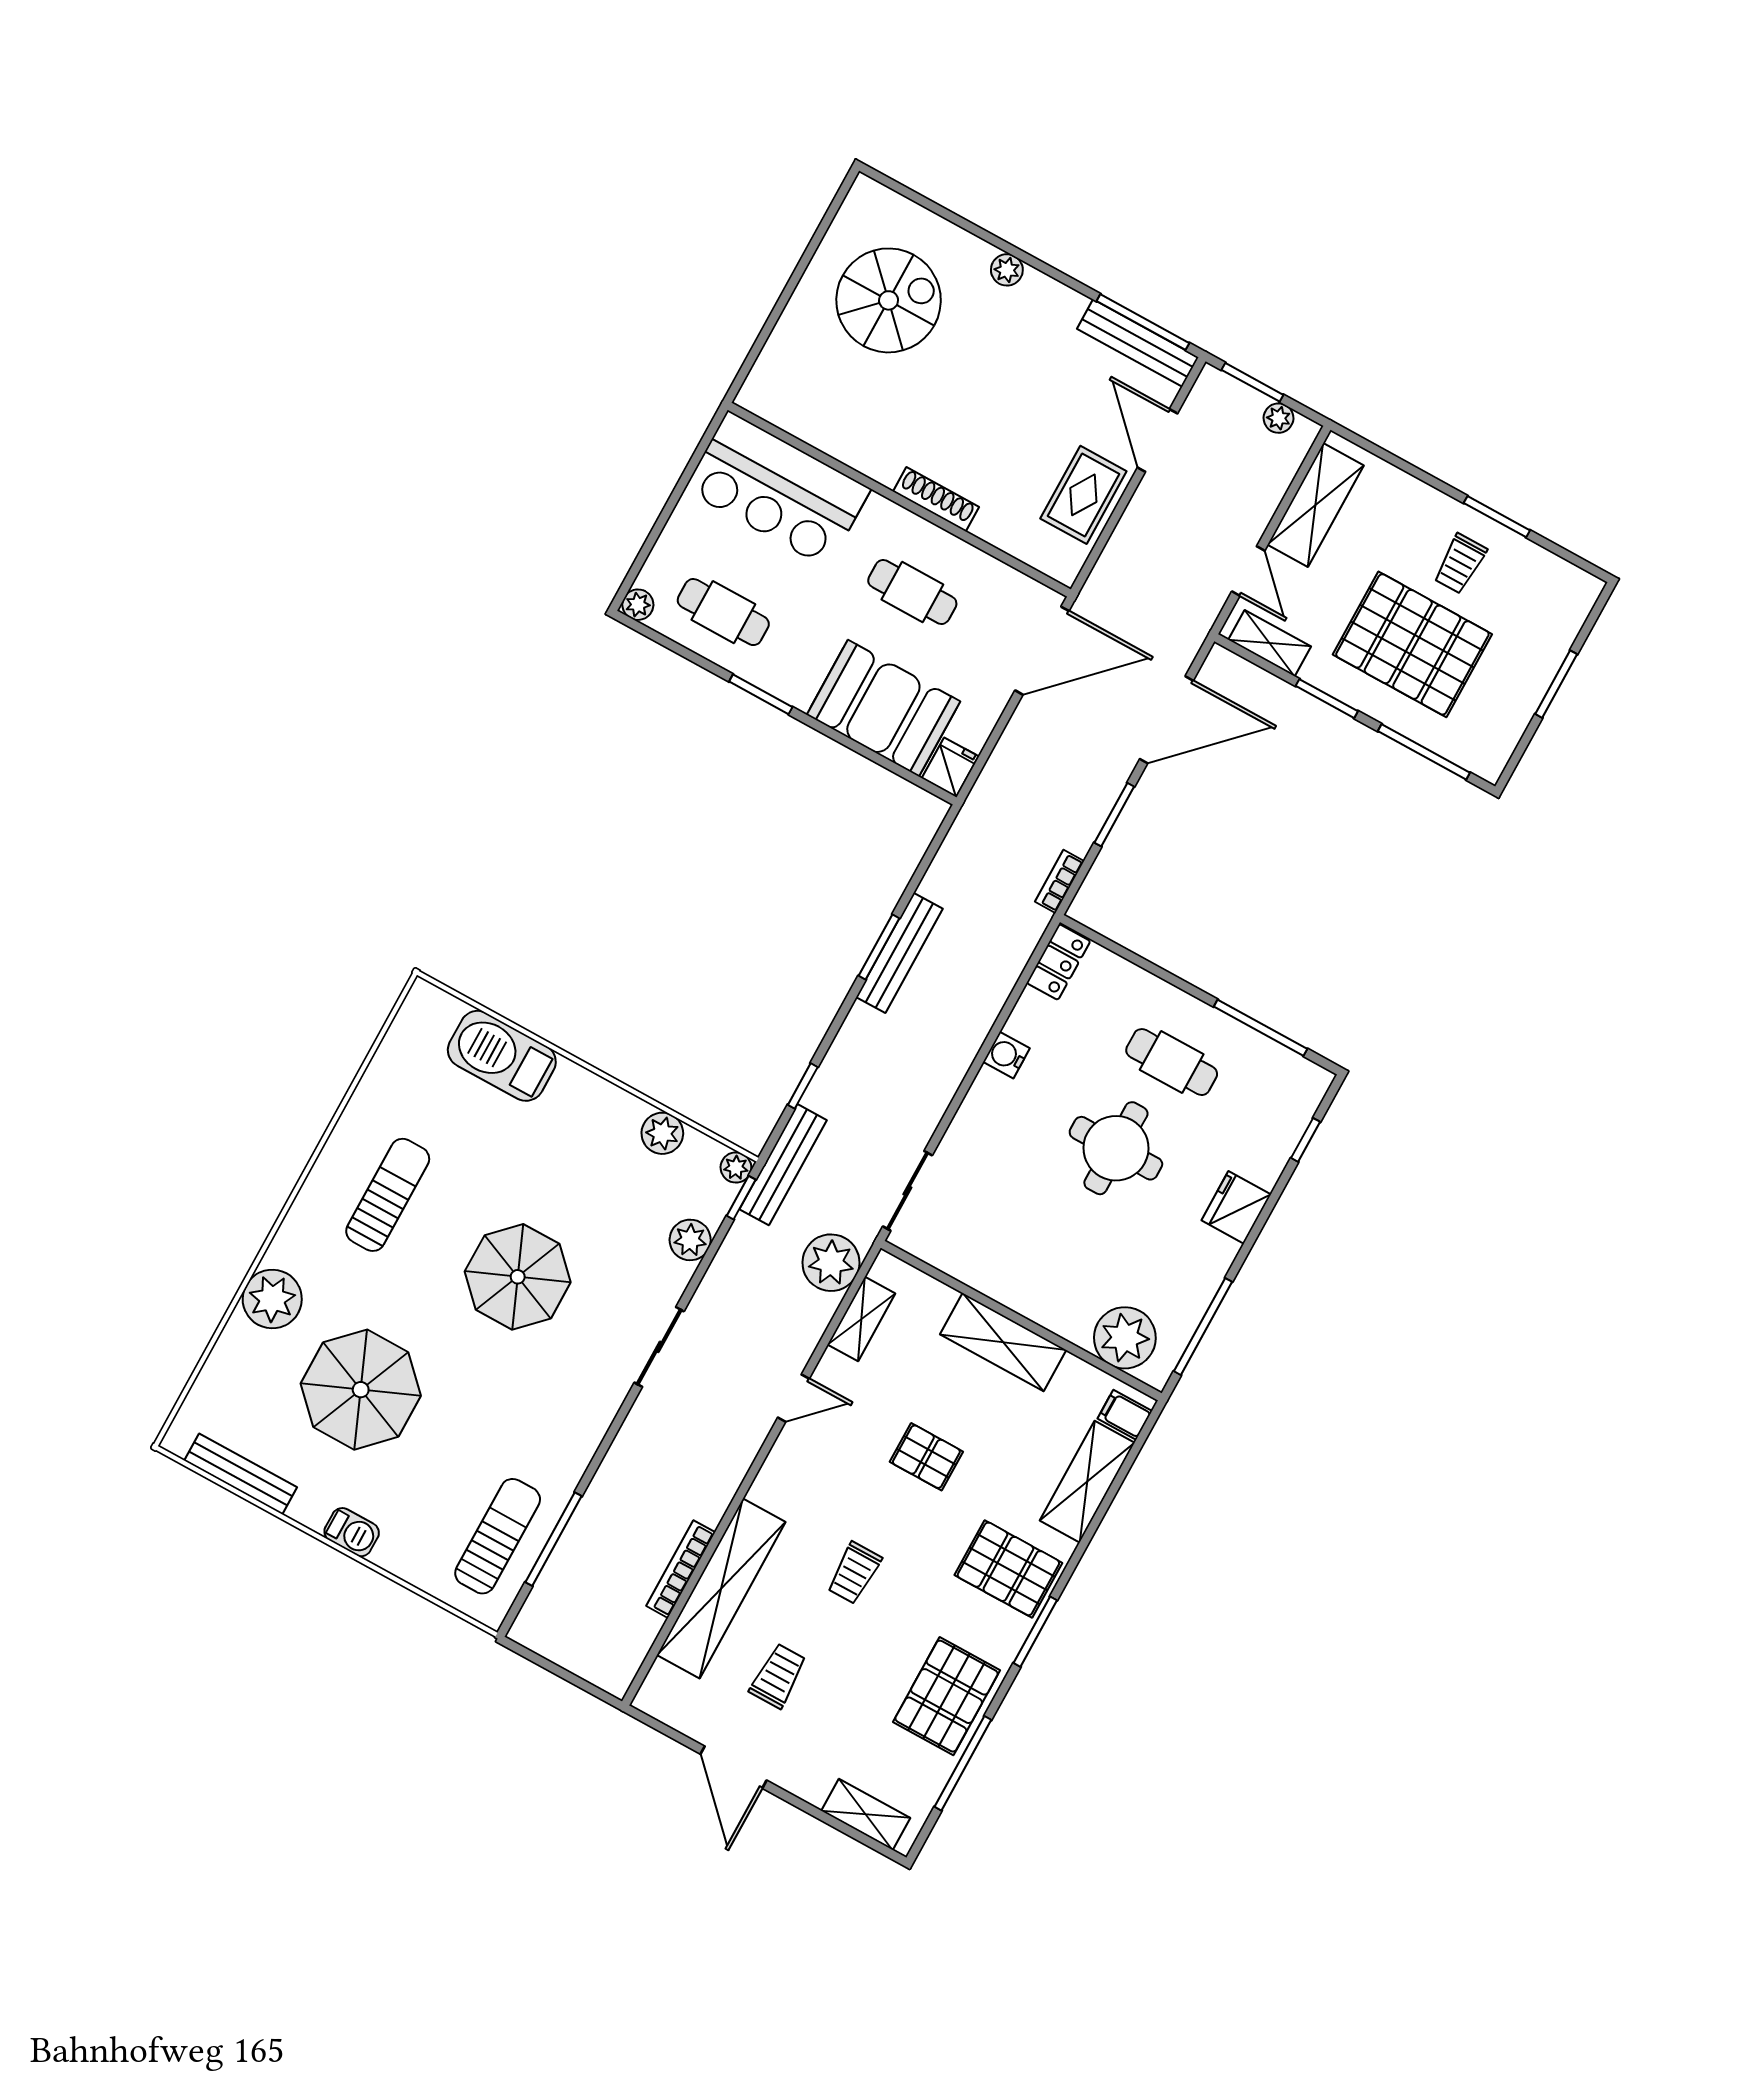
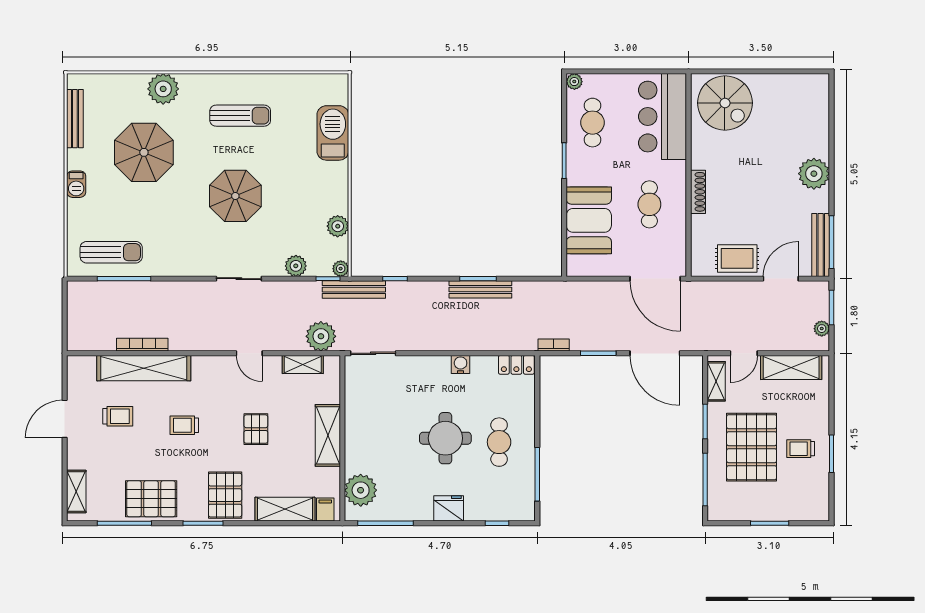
plant: (1007, 270) -> (814, 174), width x1.87, depth x1.87
spiral stairs: (889, 300) -> (725, 103), moved
fridge: (950, 767) -> (578, 266), removed

